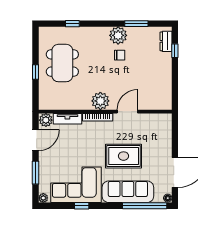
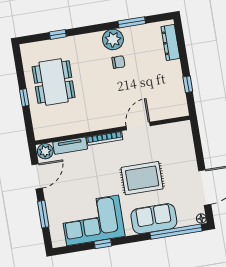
dresser: (166, 41) -> (170, 42), width x1.44
window: (175, 51) -> (188, 84), moved
plant: (100, 101) -> (105, 119), removed
sofa: (128, 192) -> (154, 219), width x0.73
plant: (43, 198) -> (57, 242), removed

